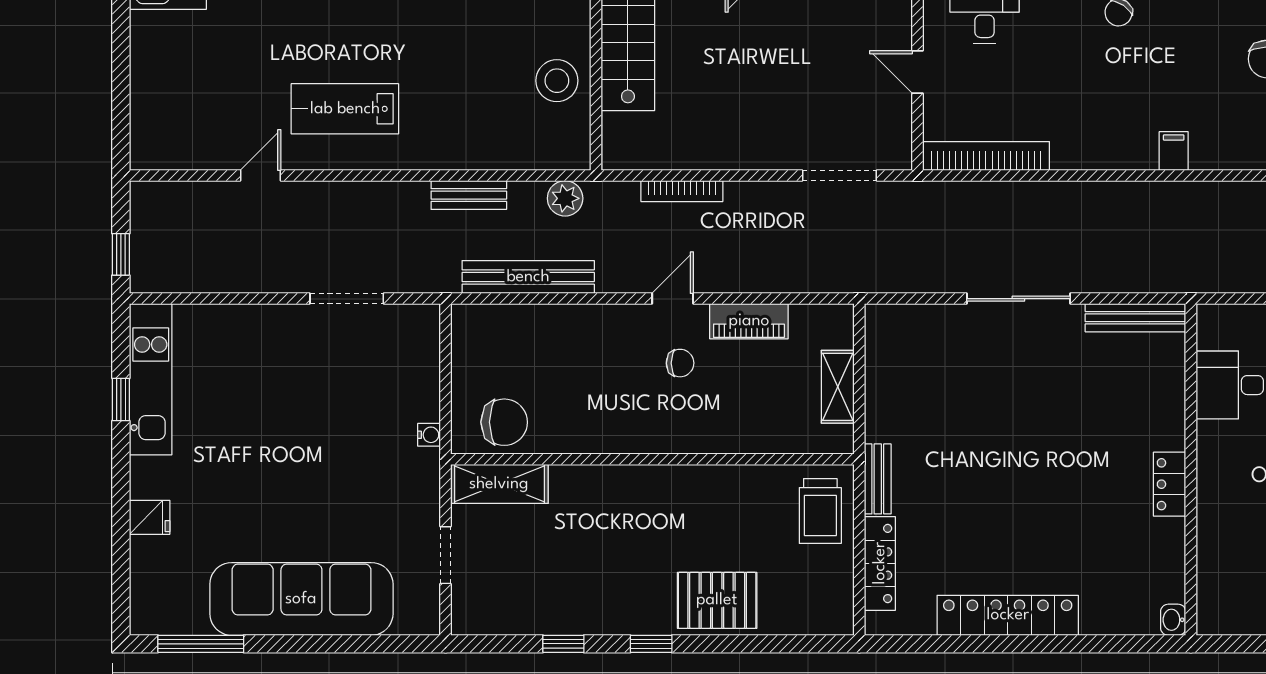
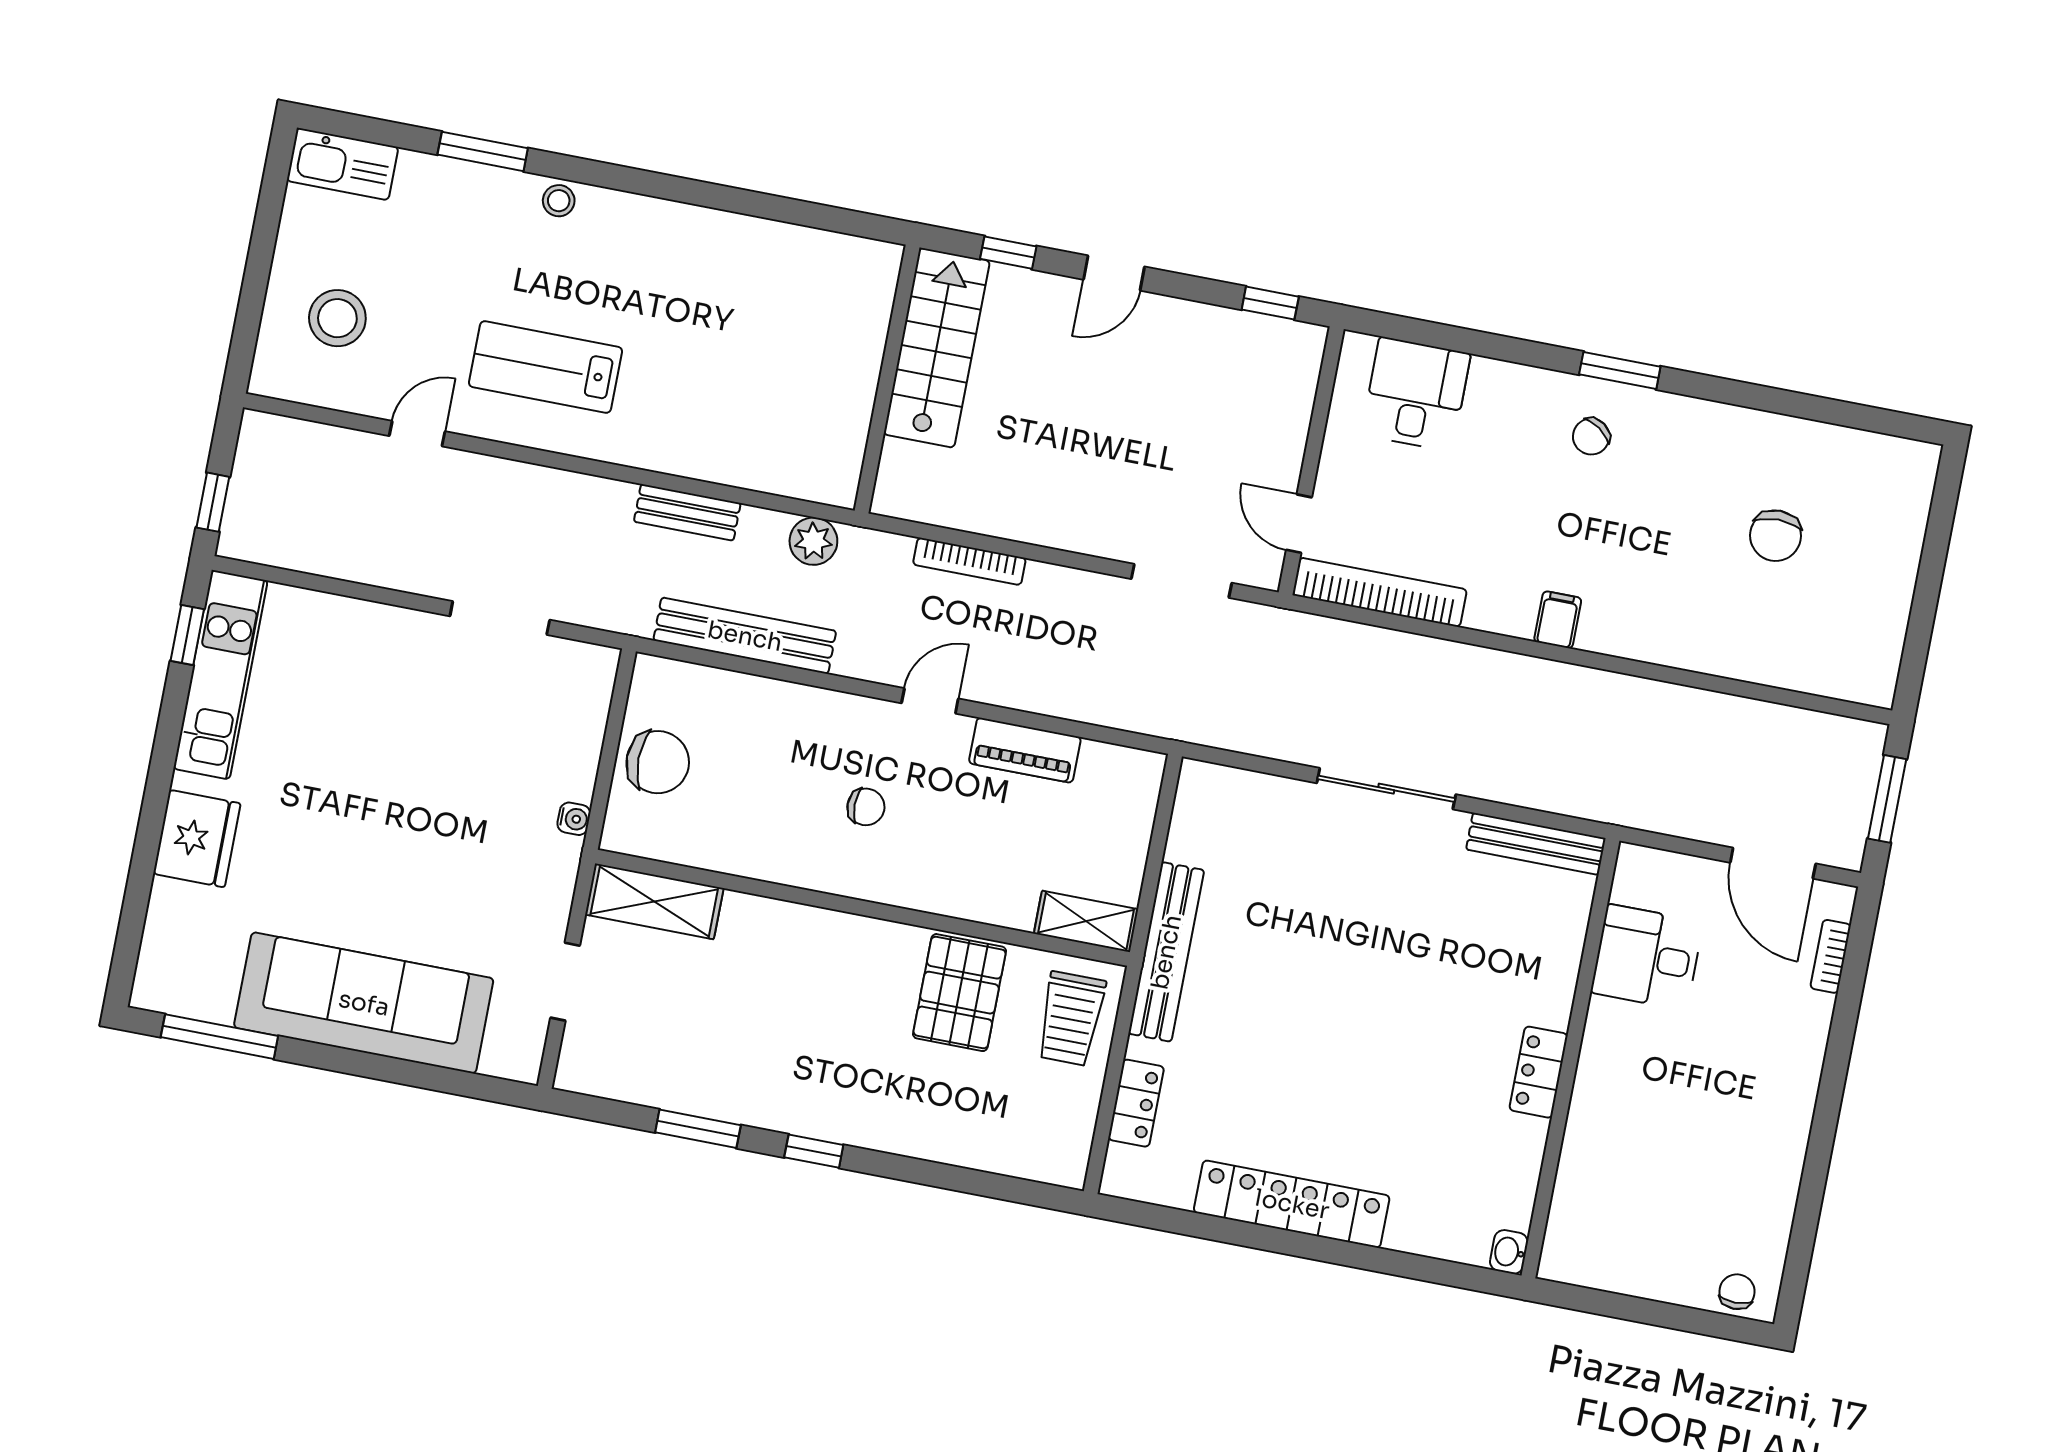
door: (917, 72) -> (1299, 524), moved
stool: (557, 81) -> (337, 318), moved
filing cabinet: (1174, 151) -> (1558, 620), moved
chair: (680, 363) -> (866, 807), moved
shelving: (838, 387) -> (1086, 921), moved, turned 90
window: (121, 400) -> (187, 635), moved
chair: (504, 422) -> (658, 762), moved
bench: (878, 479) -> (1166, 952), width x1.86, depth x1.21
fridge: (150, 517) -> (197, 839), width x1.88, depth x1.34
locker: (880, 563) -> (1136, 1103), width x0.66
pallet: (717, 600) -> (960, 993), moved, turned 90
window: (563, 644) -> (698, 1129), width x1.50

